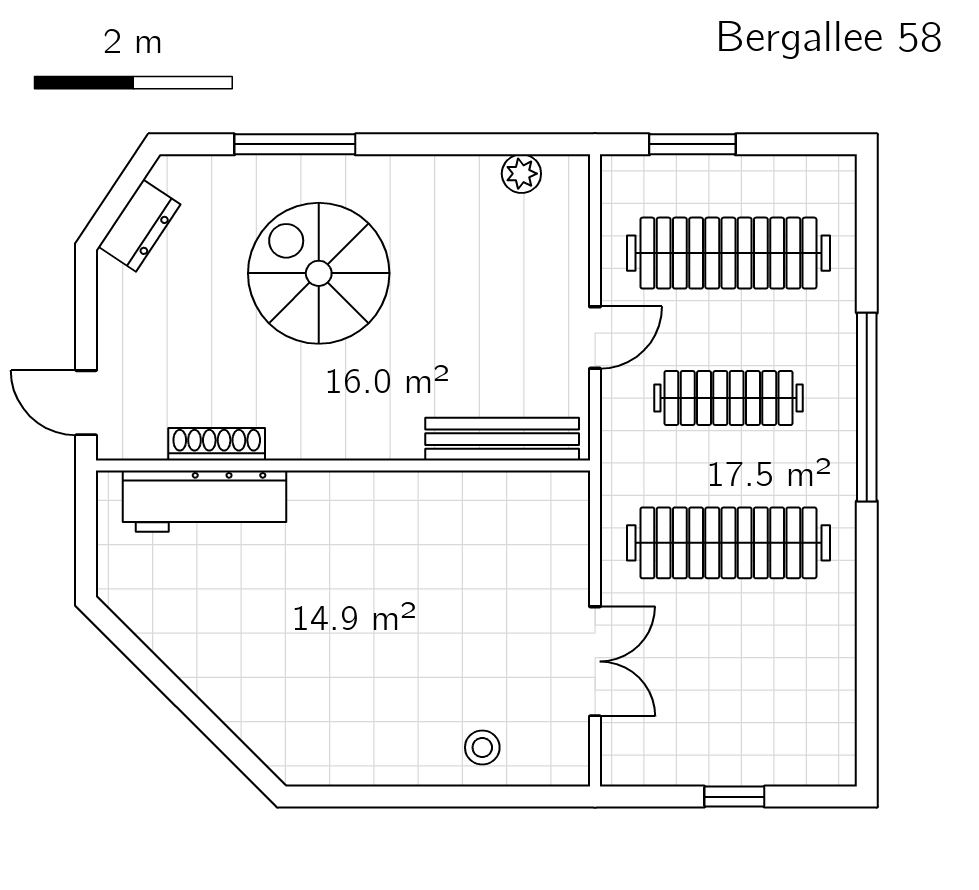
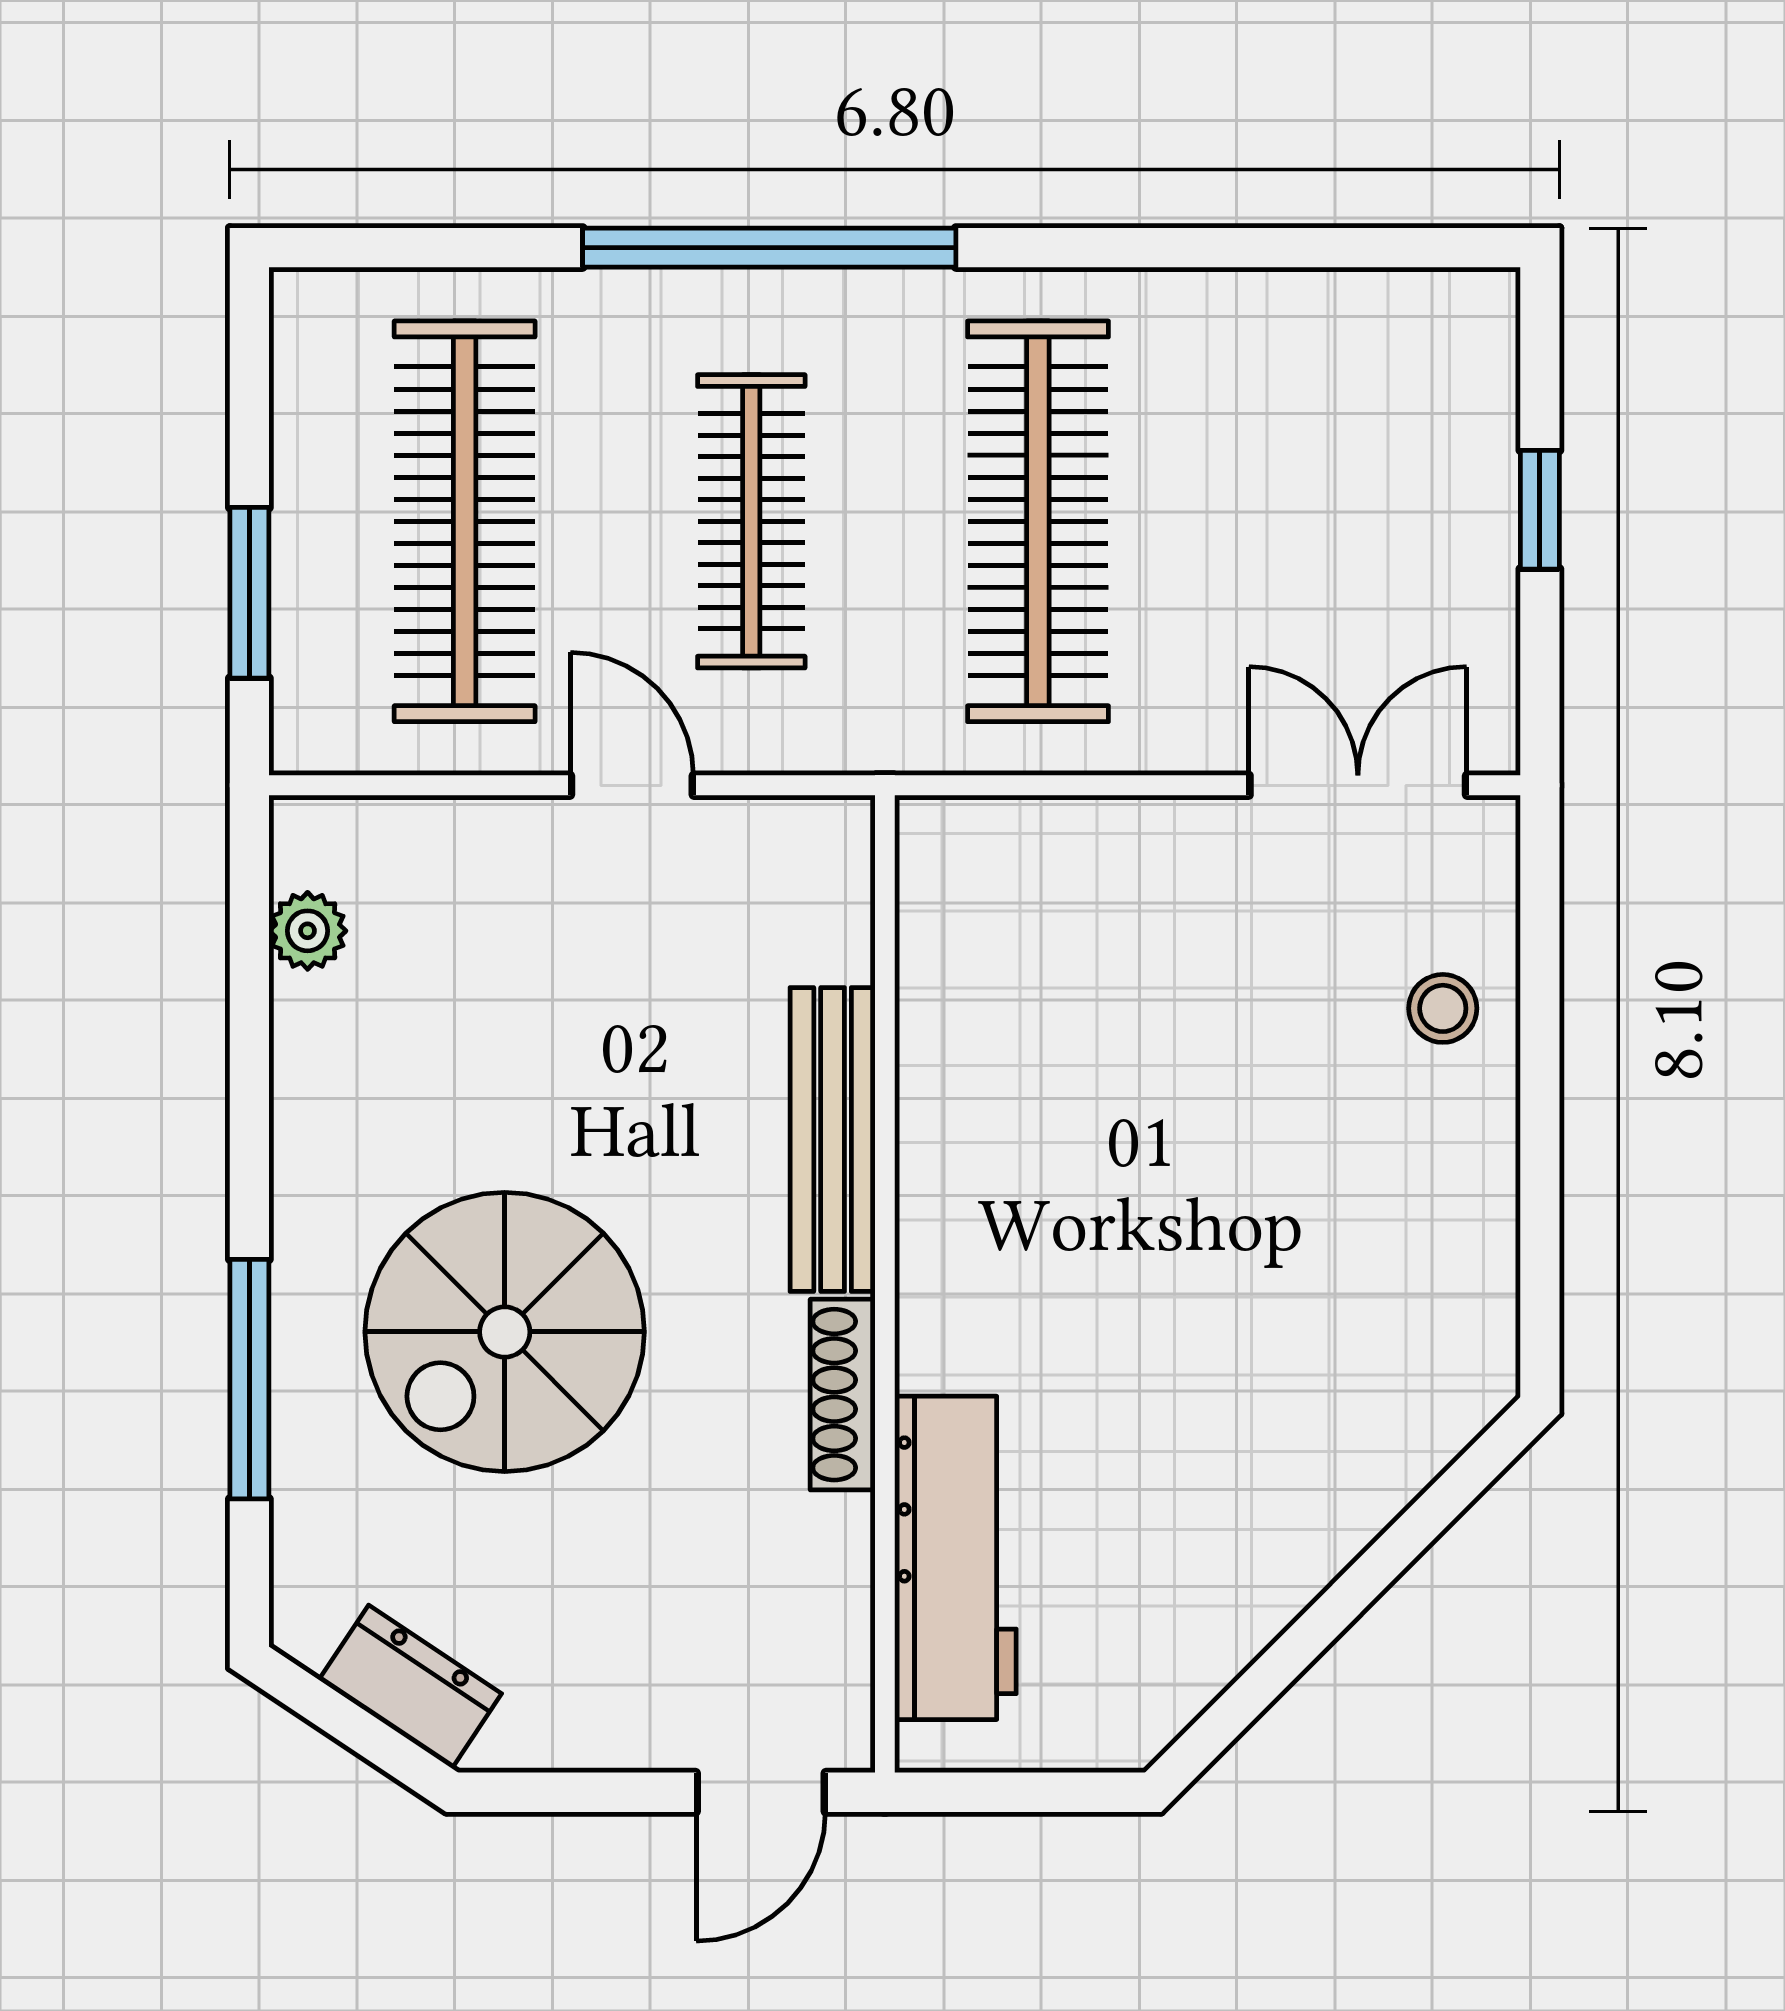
bench: (502, 439) -> (833, 1140), moved
shoe rack: (217, 444) -> (843, 1395), moved
double door: (595, 661) -> (1358, 785), moved

